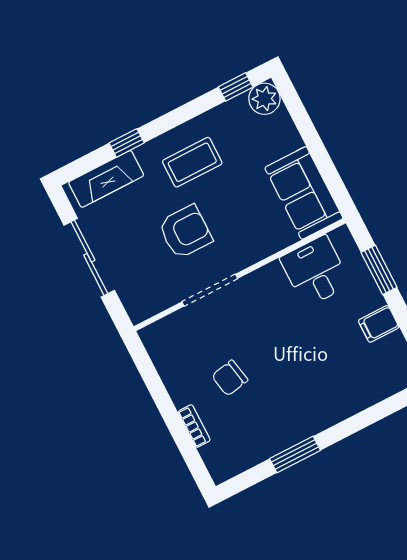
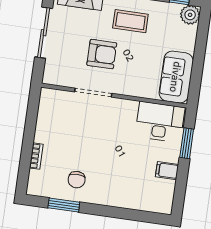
desk: (315, 271) -> (160, 122), width x1.37
chair: (230, 378) -> (77, 180), moved, turned -79
window: (295, 454) -> (64, 205), moved

